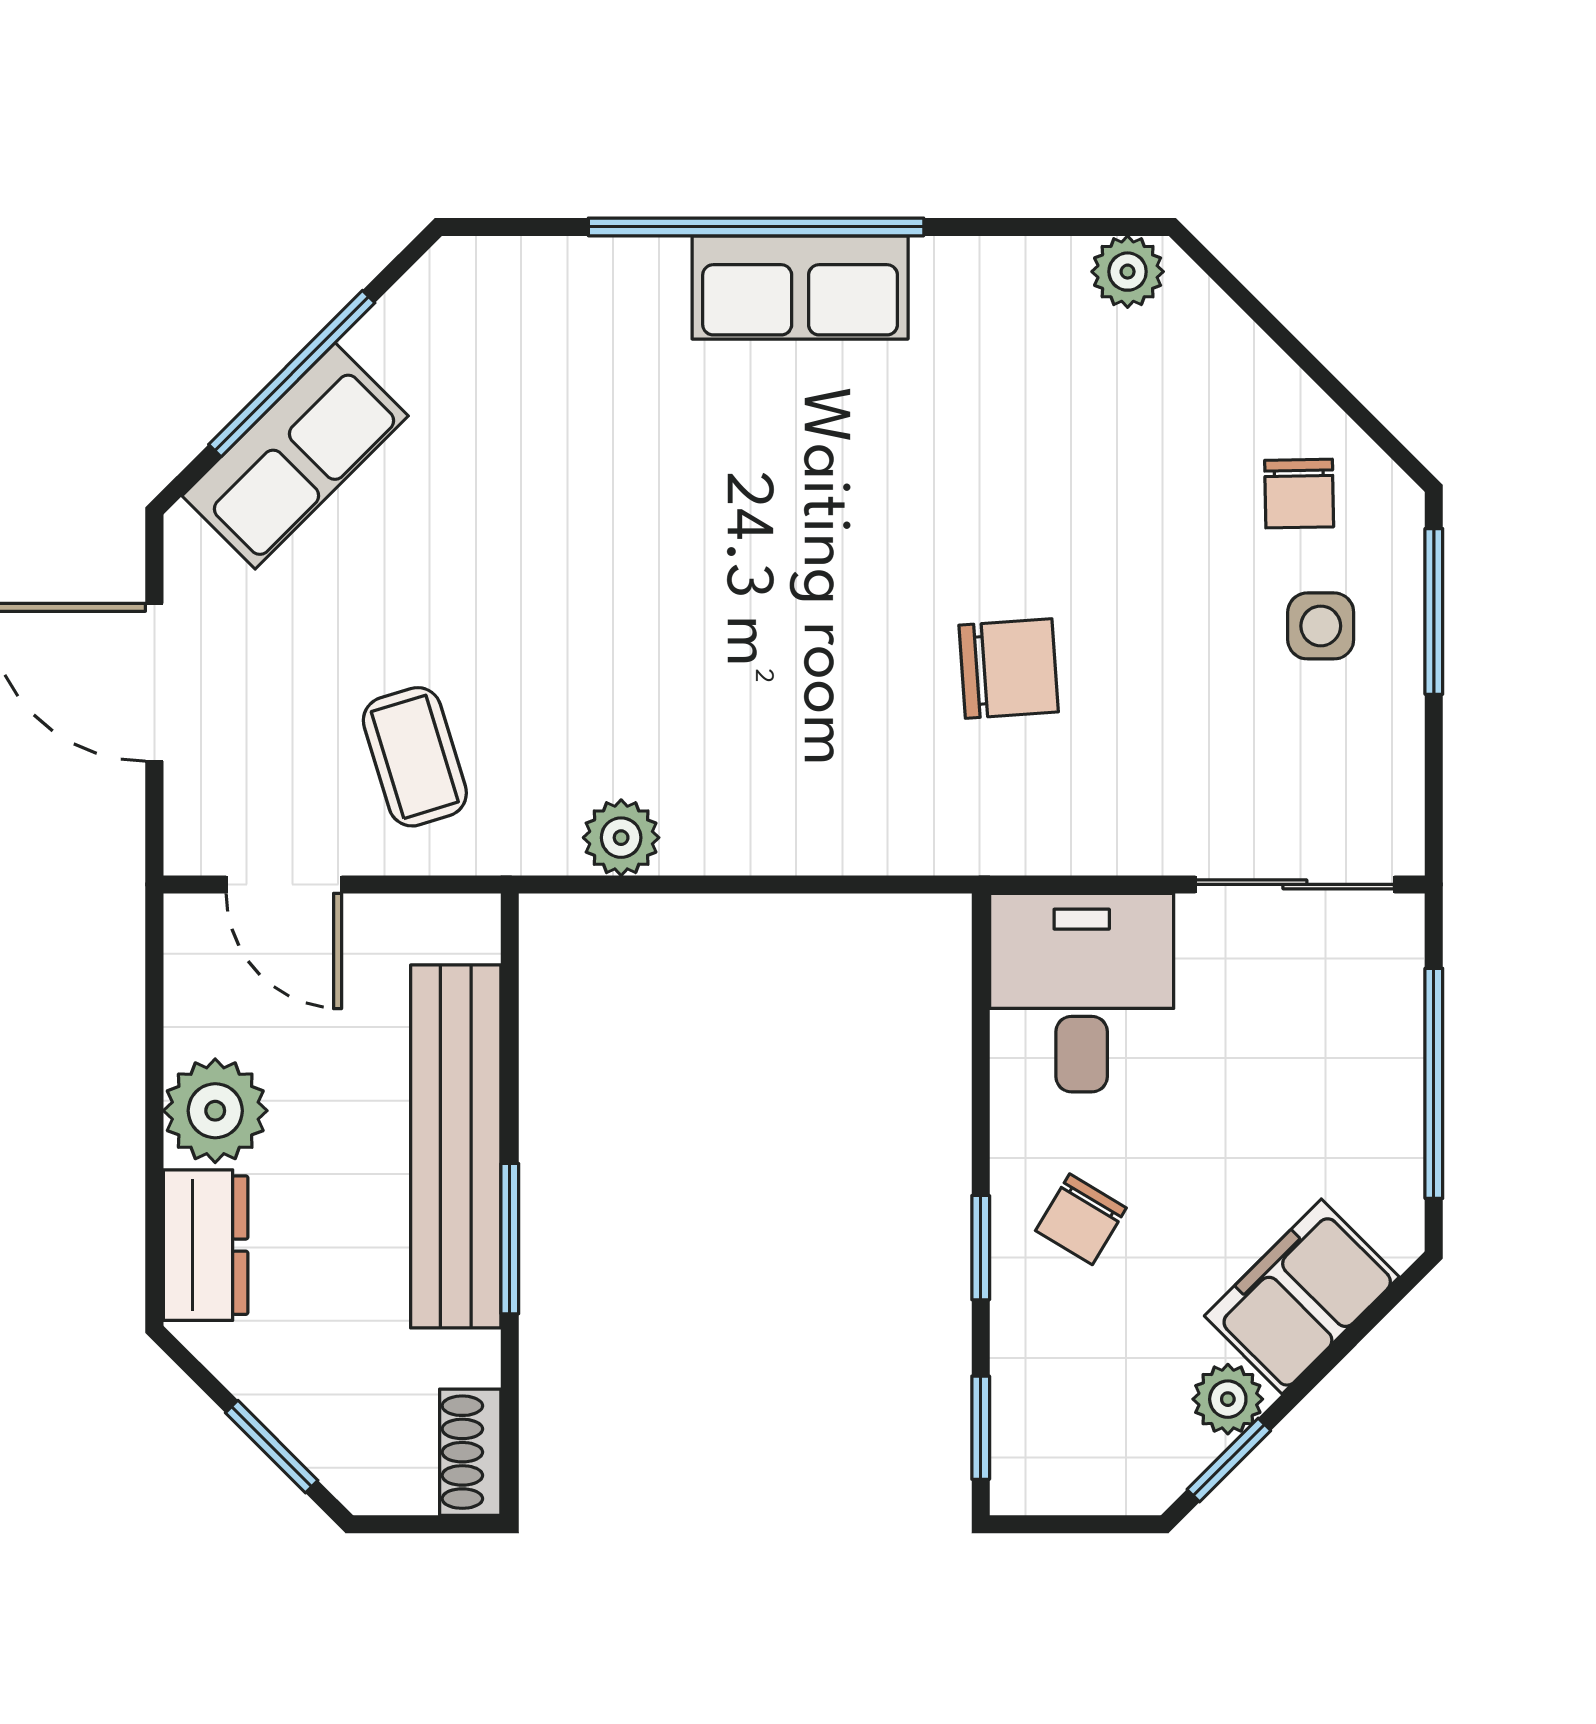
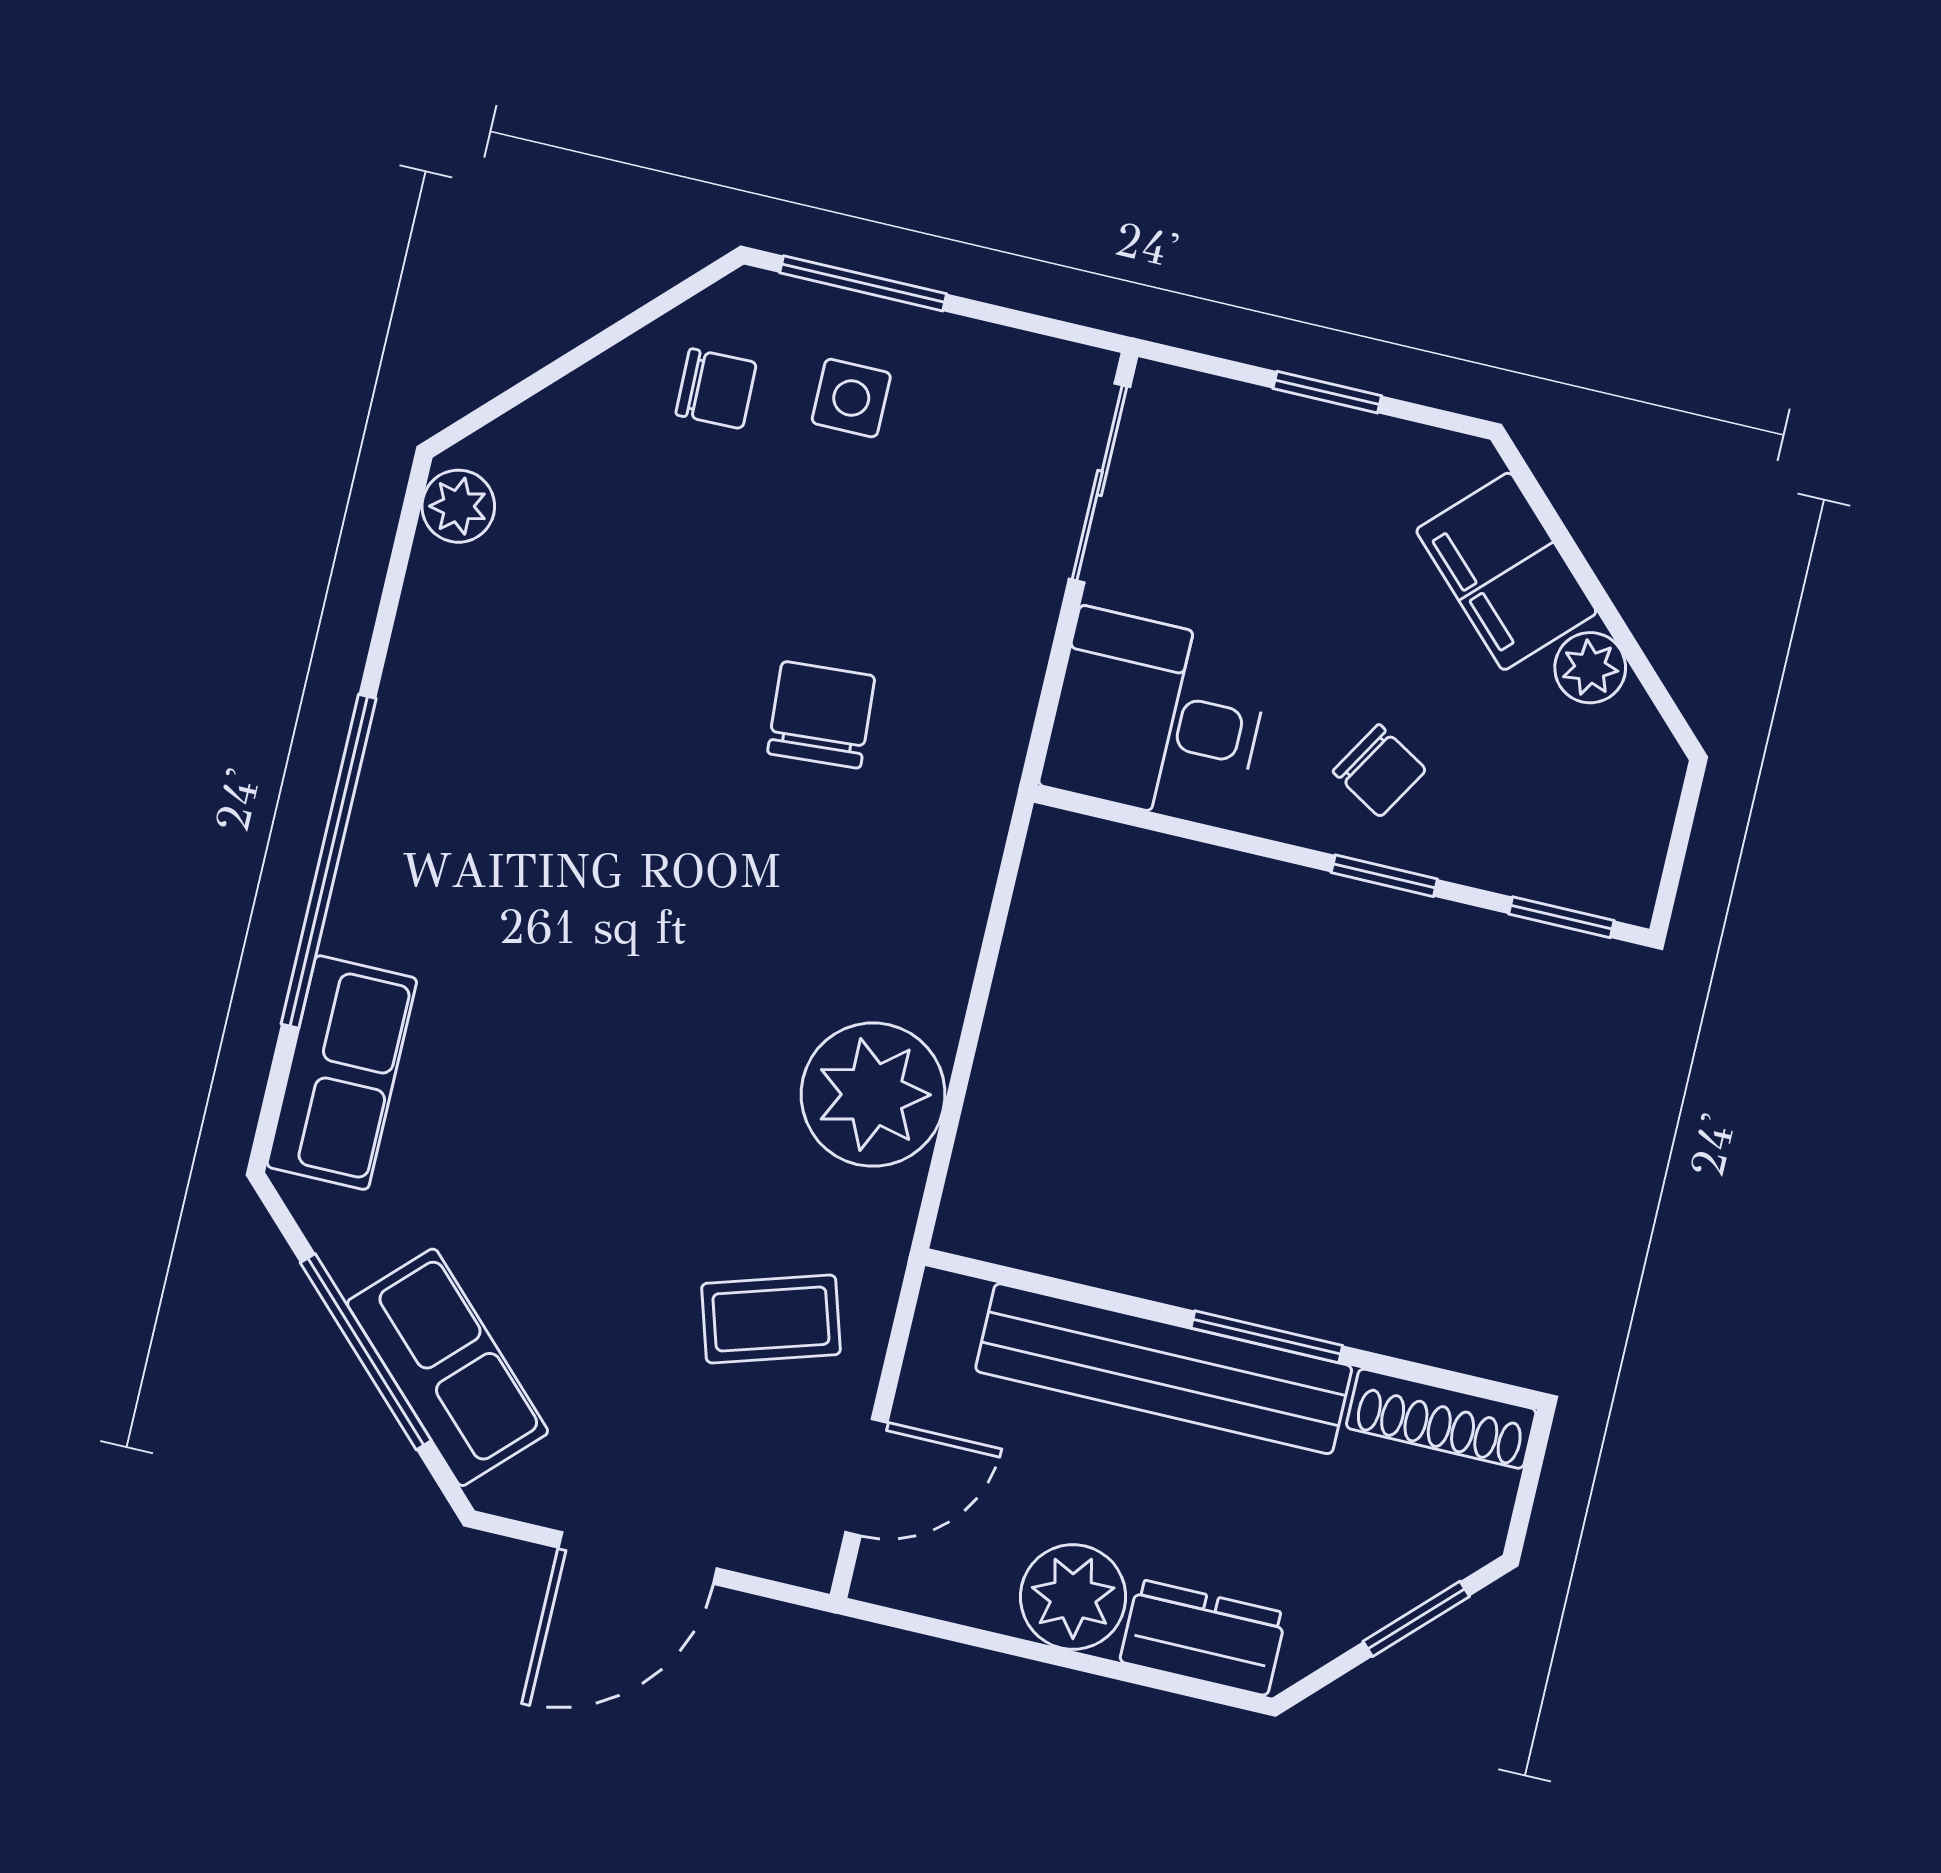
row of seats: (800, 287) -> (342, 1073), moved
plant: (621, 838) -> (873, 1095), width x1.87, depth x1.87
window: (1434, 1083) -> (1327, 392), width x0.46
shoe rack: (470, 1452) -> (1441, 1419), width x1.43
window: (1229, 1460) -> (1650, 681), removed

